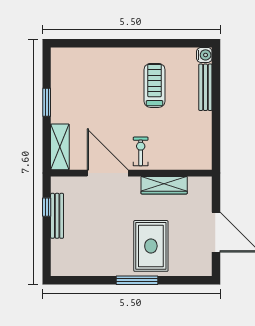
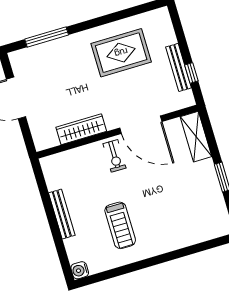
bench: (205, 87) -> (62, 214), moved
rug: (151, 246) -> (121, 53), moved, turned 90
window: (137, 280) -> (47, 37), moved

